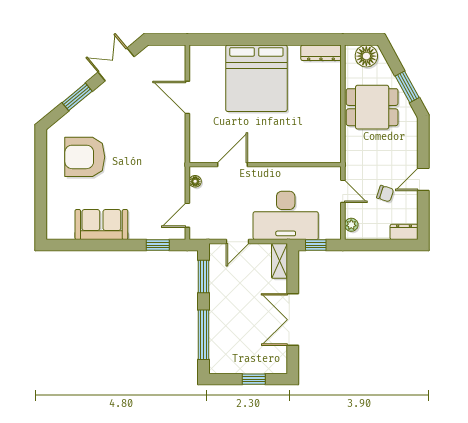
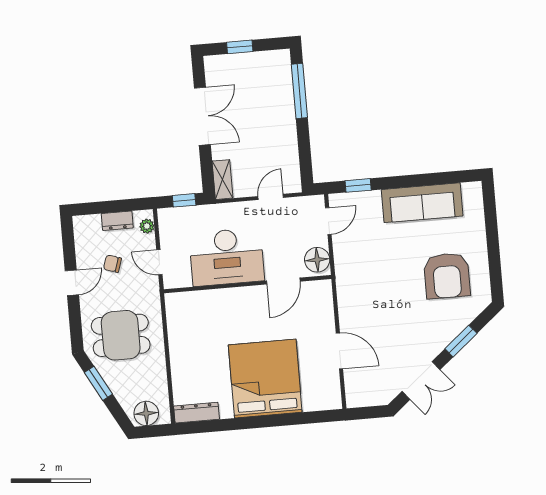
dining table: (372, 107) -> (121, 335), moved
armchair: (85, 157) -> (447, 276), turned 90
floor lamp: (195, 181) -> (317, 260), width x1.89, depth x1.89
desk: (286, 215) -> (227, 257), moved, turned 180
sofa: (101, 225) -> (422, 203), width x1.36
dresser: (404, 232) -> (117, 221), moved
window: (203, 277) -> (305, 155), removed

